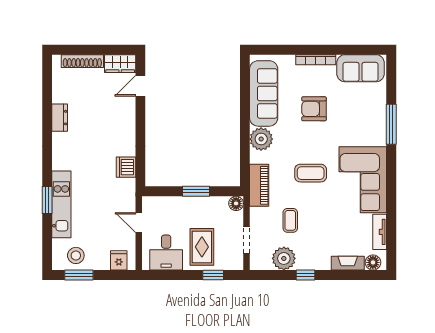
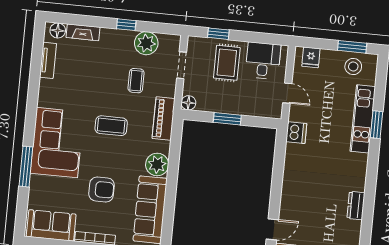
dishwasher: (126, 167) -> (296, 133), moved
corner sofa: (363, 180) -> (57, 143), moved

